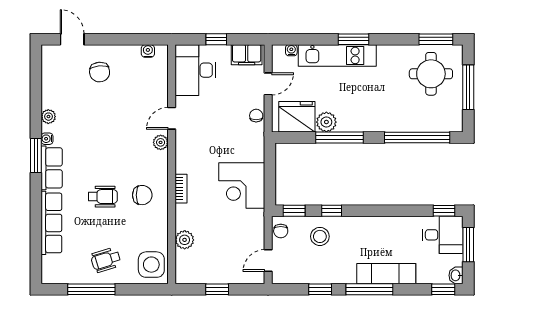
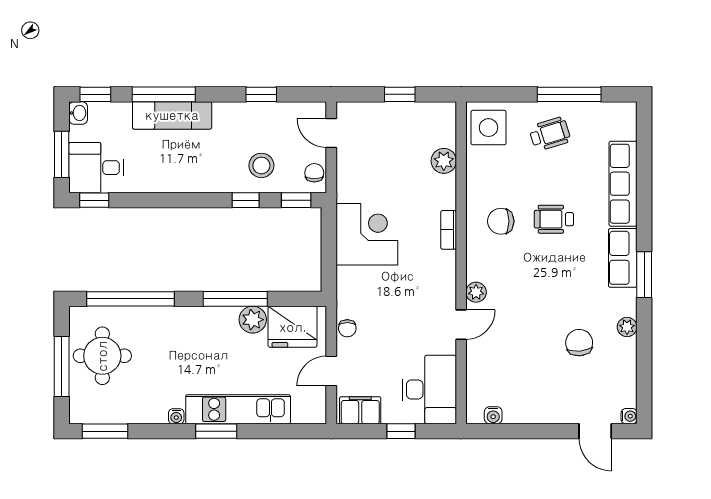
water cooler: (291, 50) -> (176, 416), moved
chair: (100, 72) -> (579, 343), moved
round table: (431, 74) -> (102, 356), moved
water cooler: (47, 139) -> (629, 416), moved
door: (268, 261) -> (331, 133), swing flipped
window: (369, 289) -> (164, 94), moved

